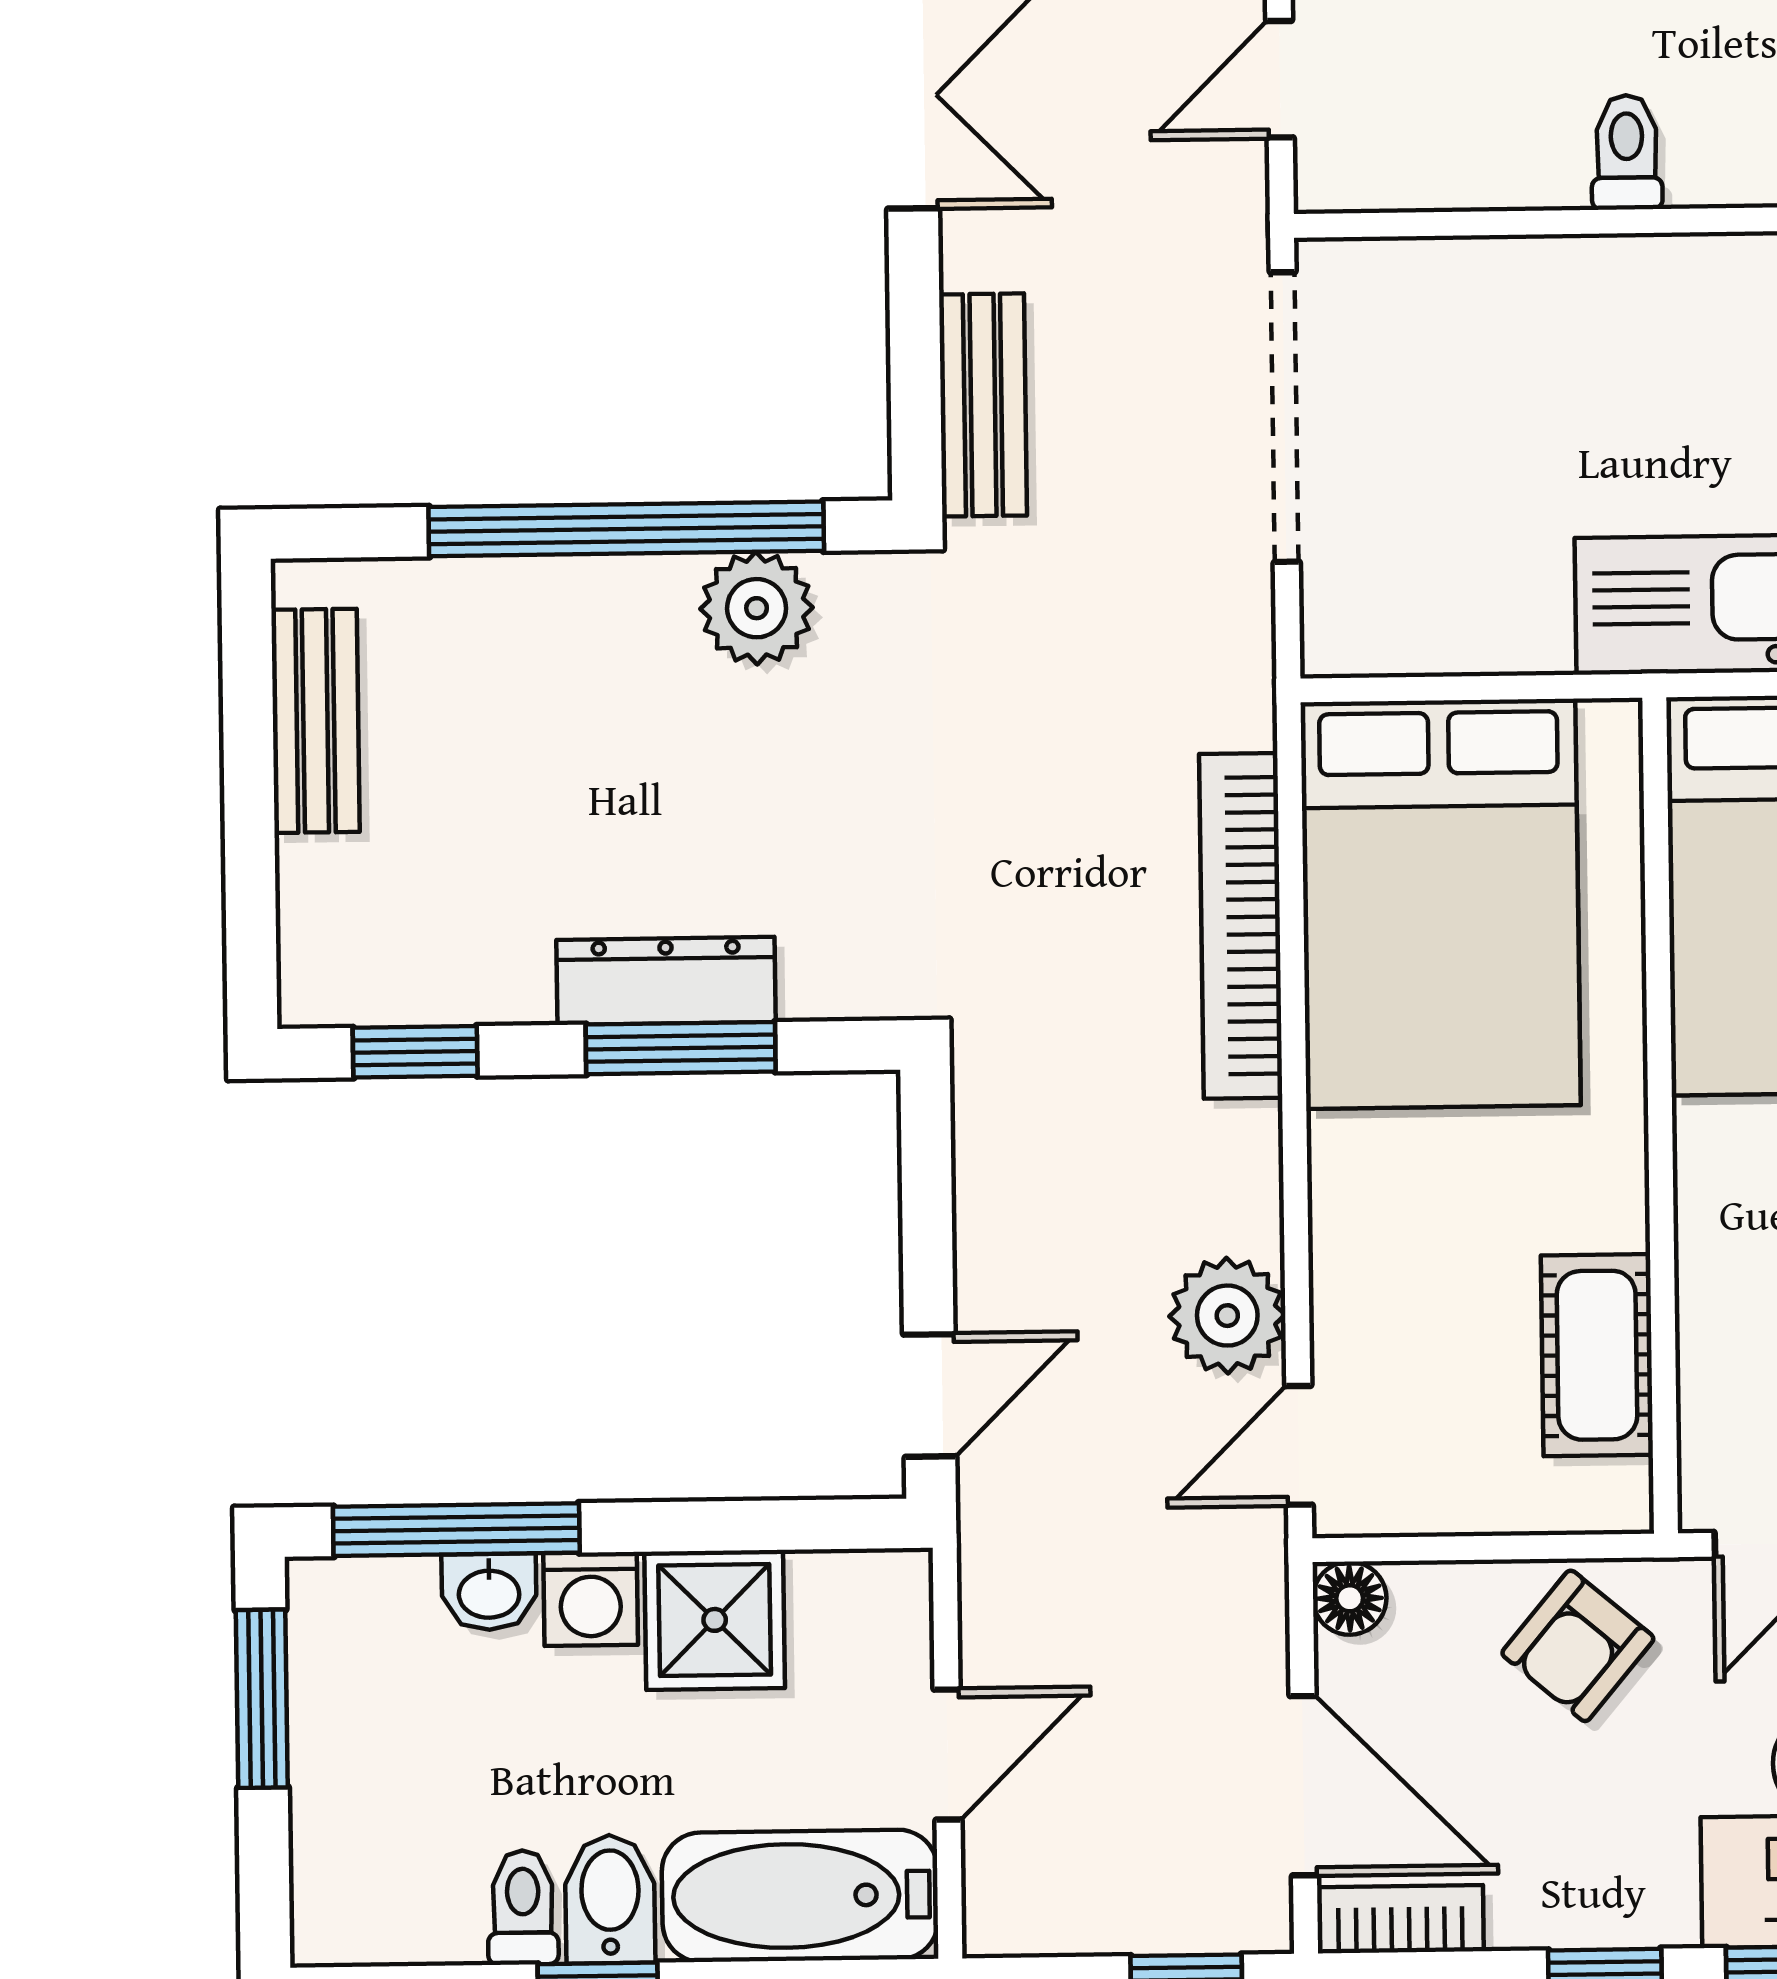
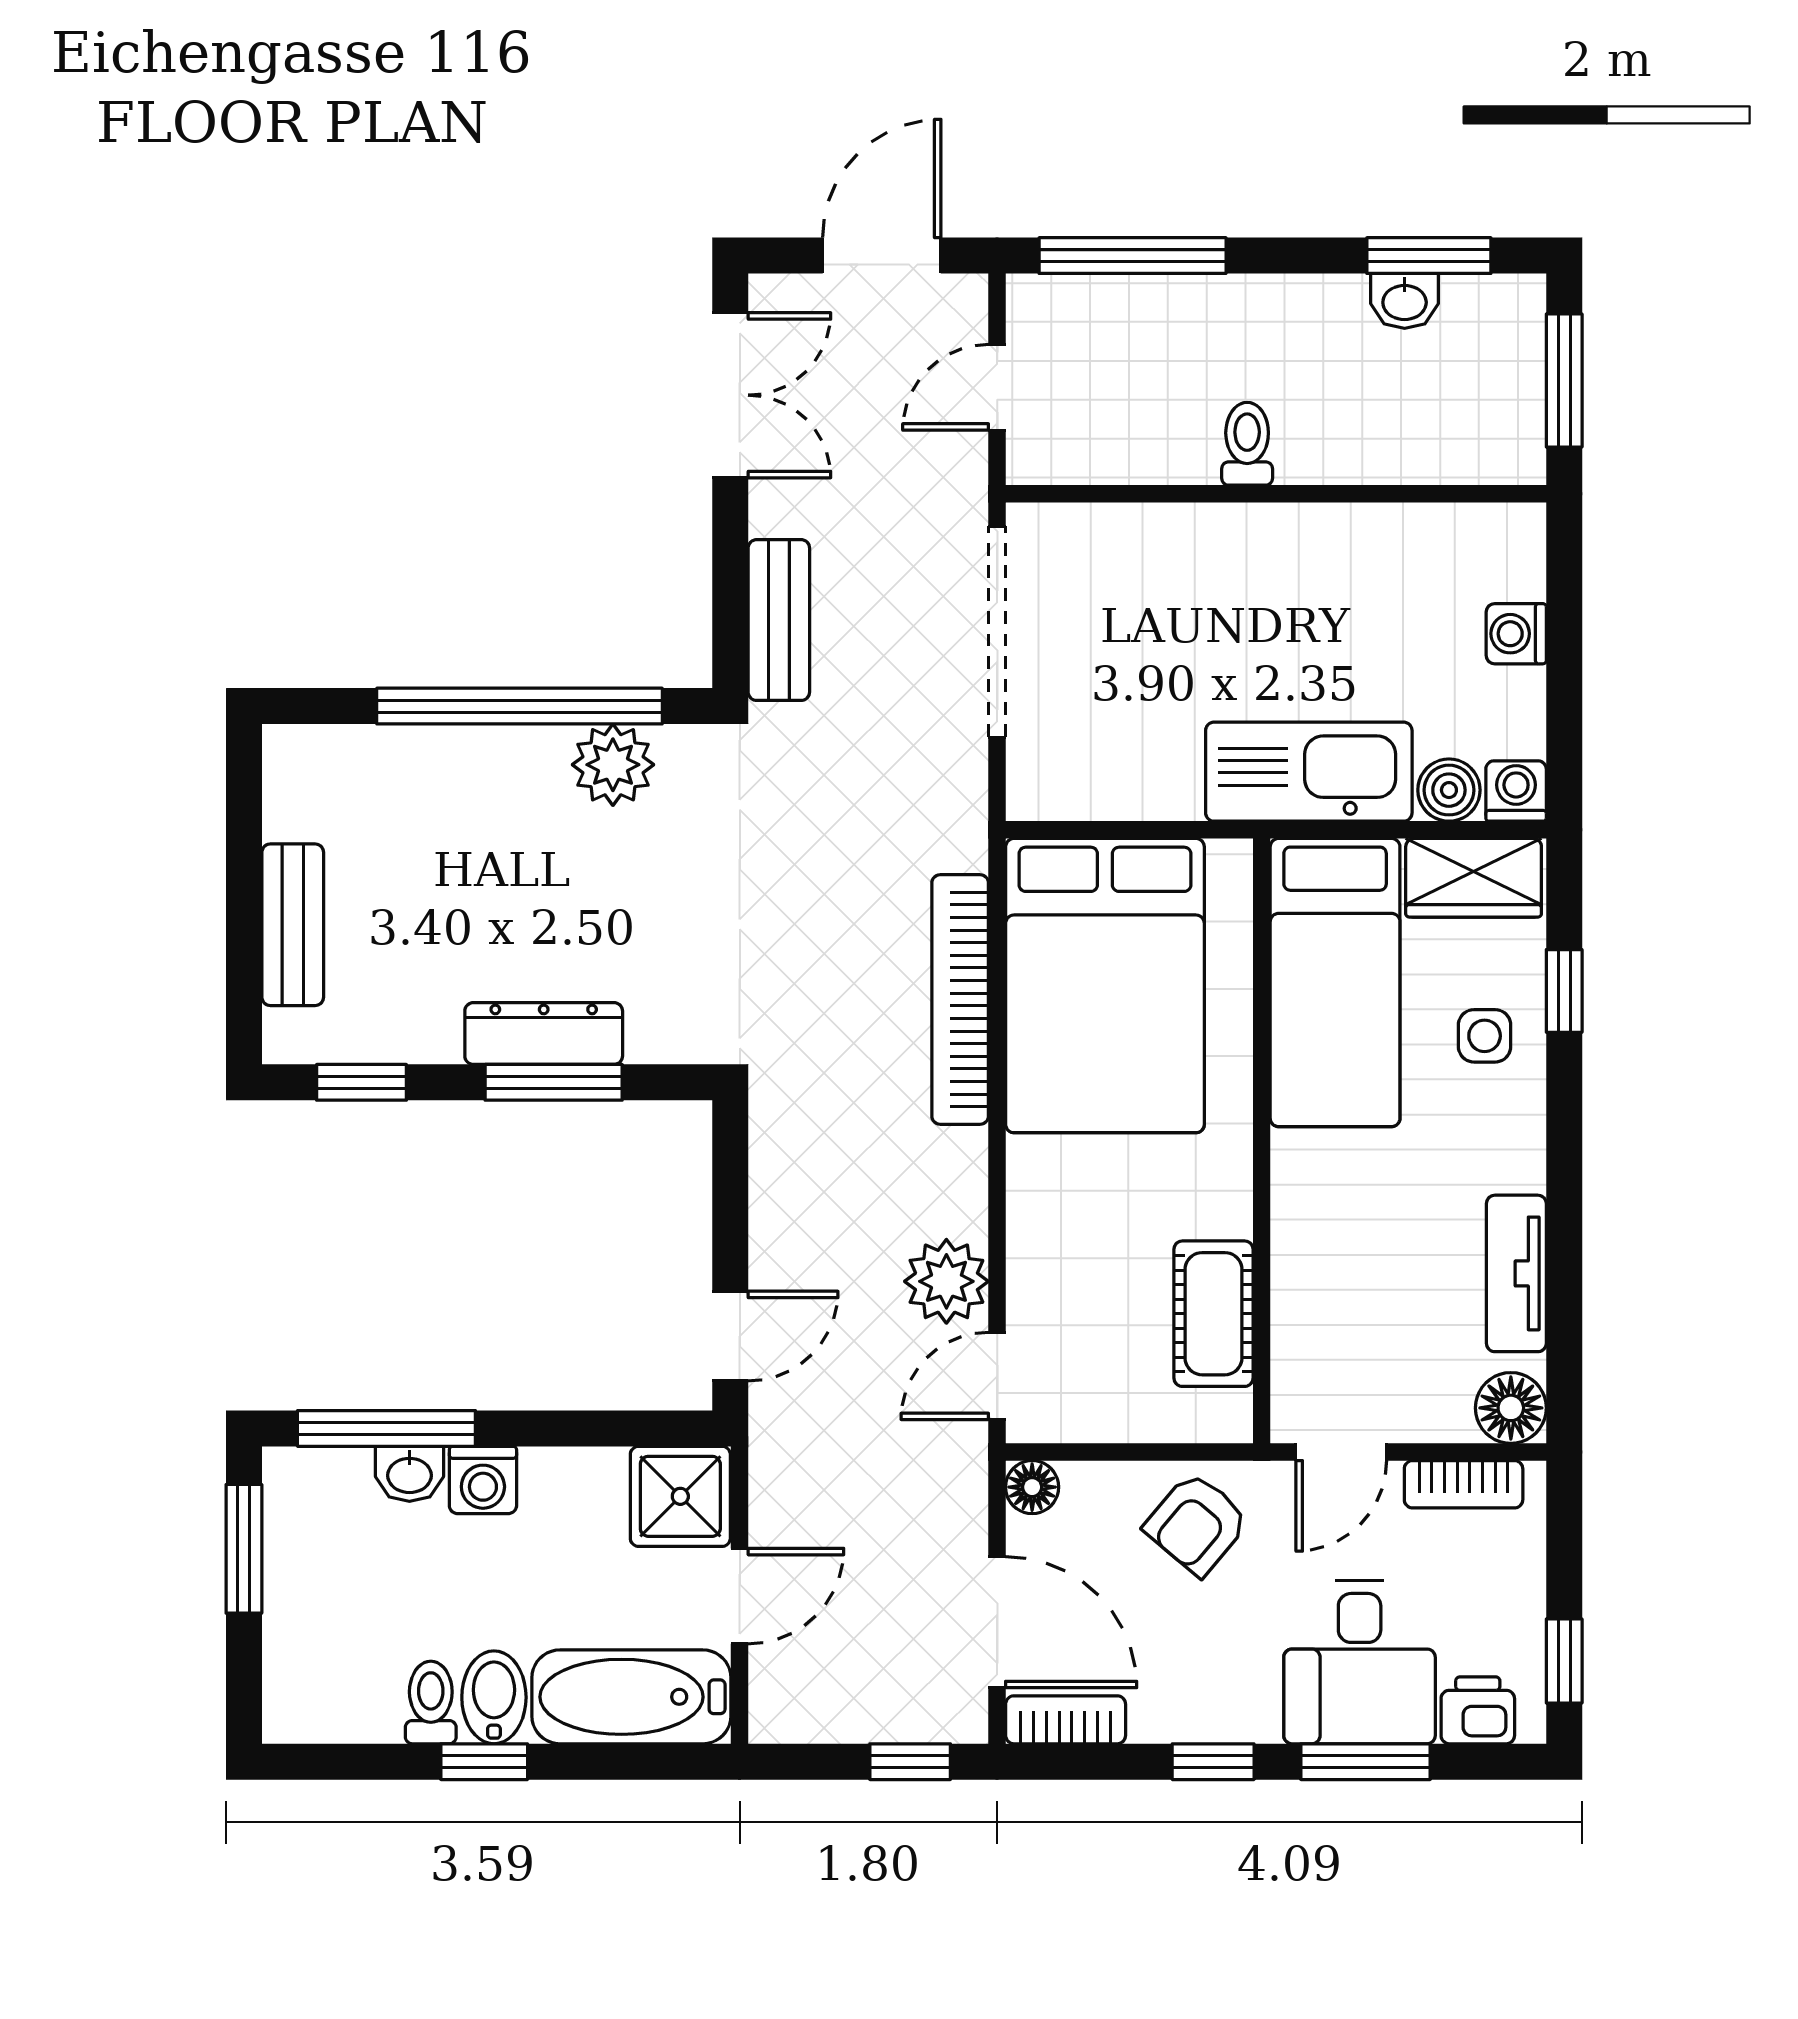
bench: (315, 721) -> (293, 925), moved
shower: (715, 1620) -> (680, 1496), moved

